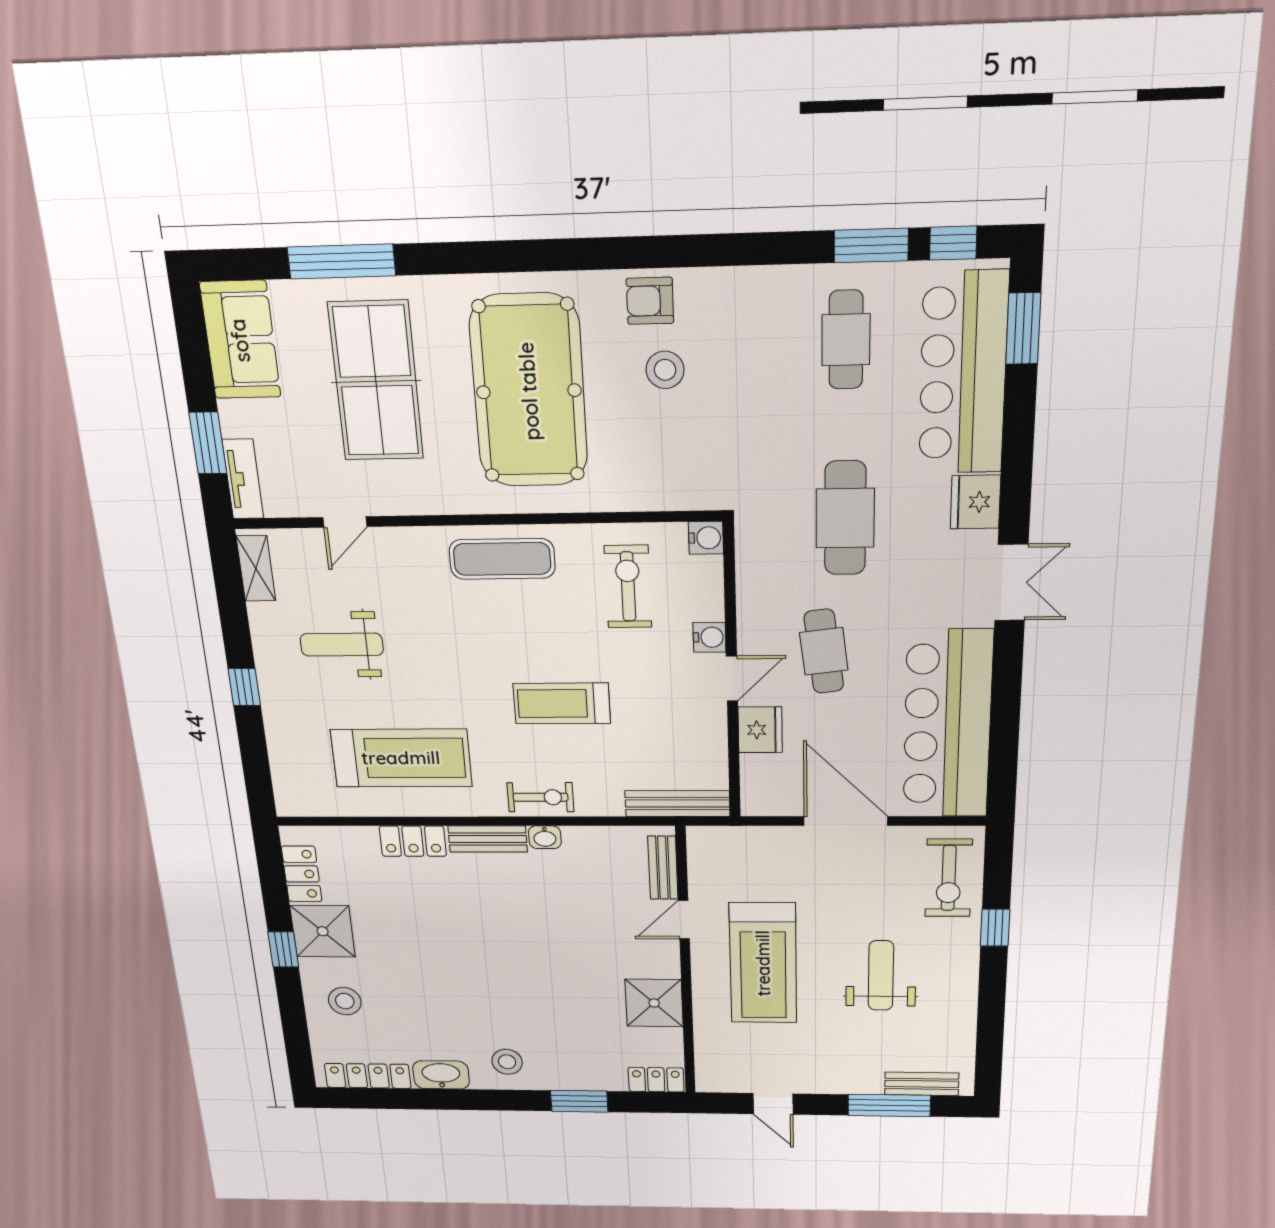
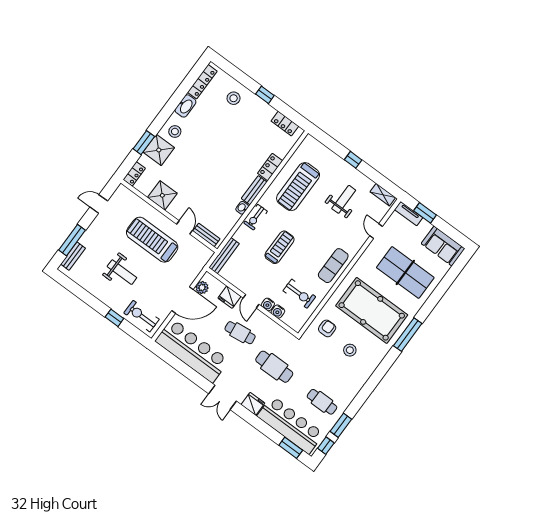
window: (341, 261) -> (408, 335), moved
armchair: (650, 301) -> (327, 328), moved
water cooler: (706, 538) -> (278, 312), moved
plant: (785, 800) -> (202, 288), added
shower: (323, 931) -> (159, 150), moved

